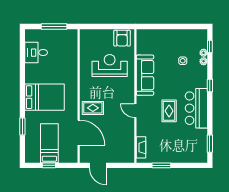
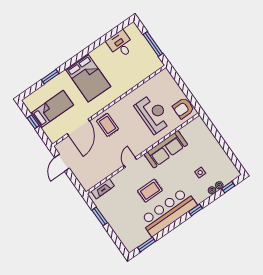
bar counter: (196, 108) -> (168, 212), width x1.36

